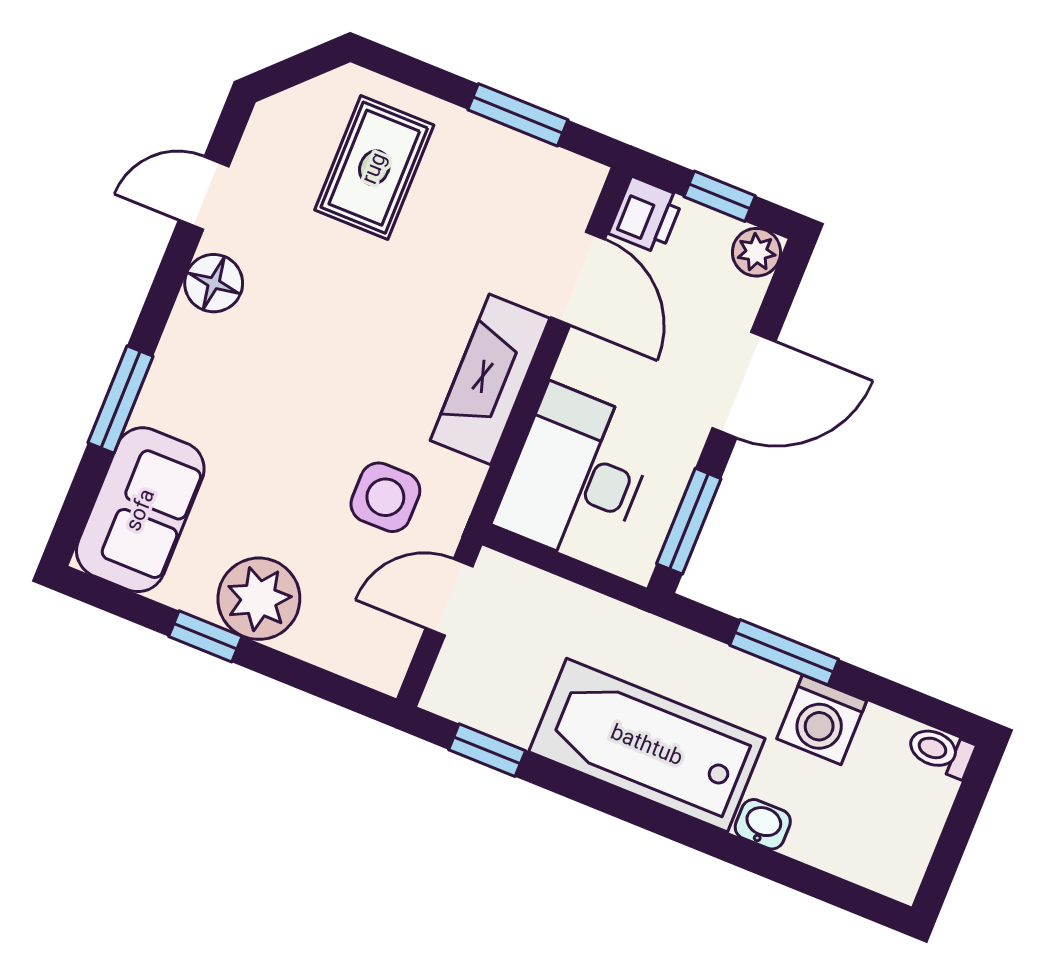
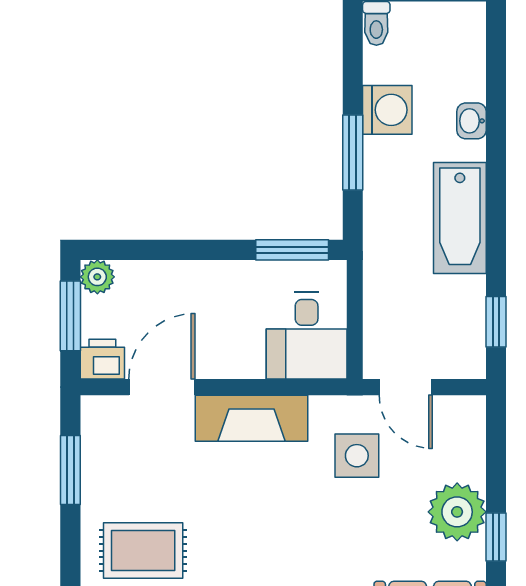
window: (720, 196) -> (70, 316), width x1.50
door: (744, 385) -> (188, 250), removed
desk: (577, 475) -> (307, 336), width x0.73
bathtub: (647, 745) -> (460, 218), width x0.73, depth x0.73

